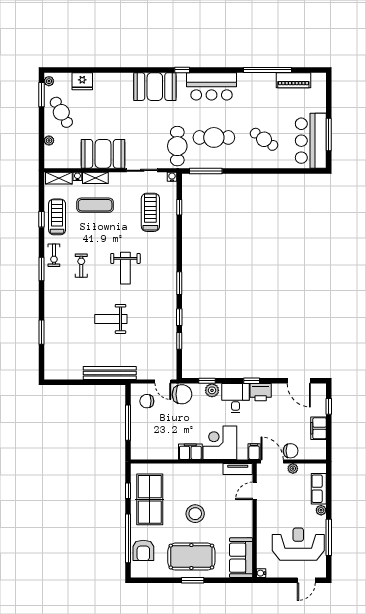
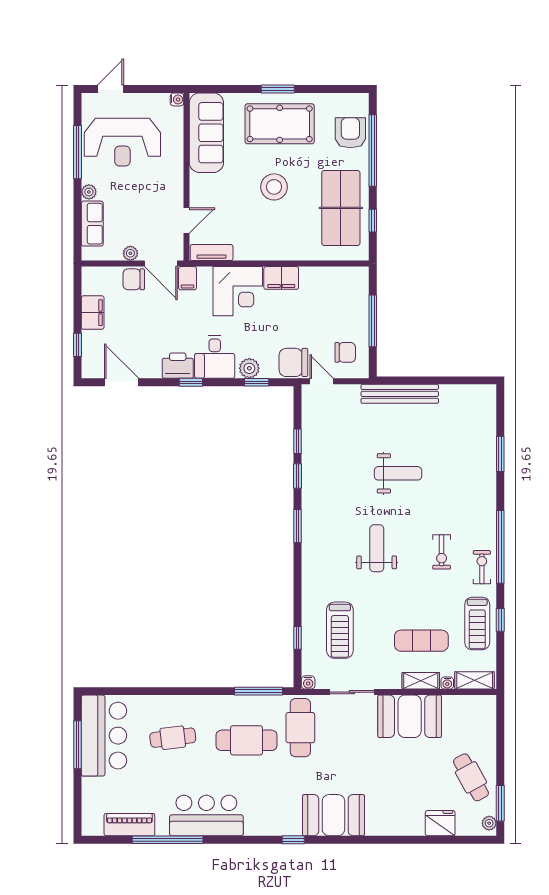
bar counter: (211, 86) -> (206, 816), moved
cafe table: (264, 139) -> (173, 738), turned -42
plant: (49, 141) -> (489, 736), removed
window: (41, 269) -> (500, 547), width x2.11
sofa: (241, 558) -> (206, 133), width x1.36

